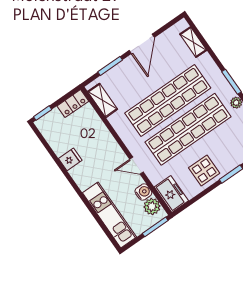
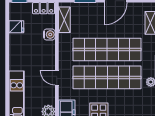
fridge: (70, 159) -> (16, 27), moved
water cooler: (143, 192) -> (49, 35), moved

